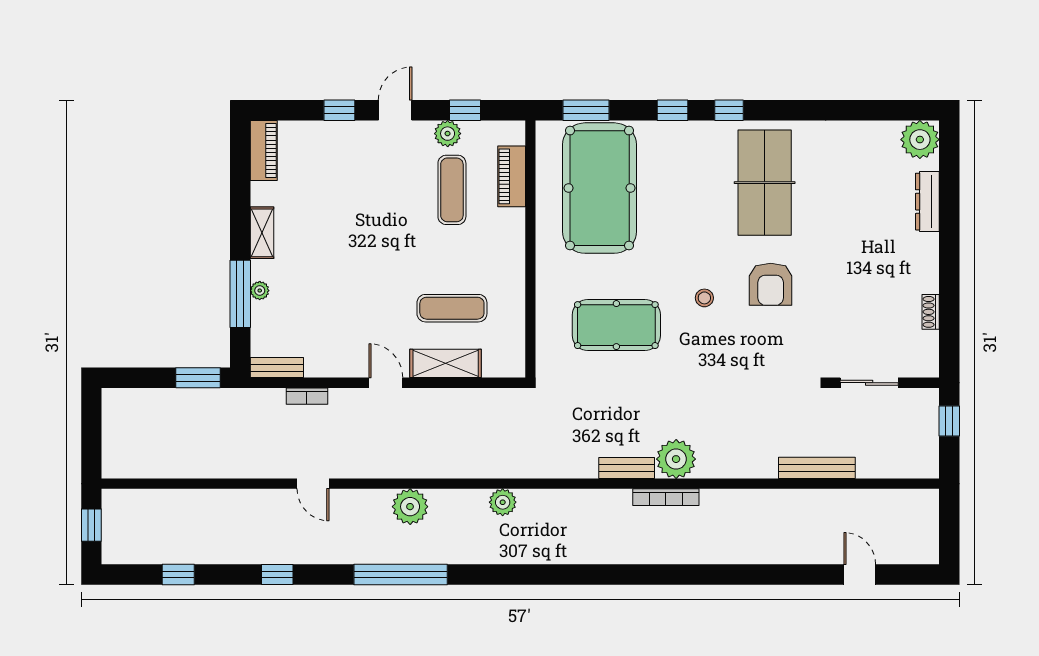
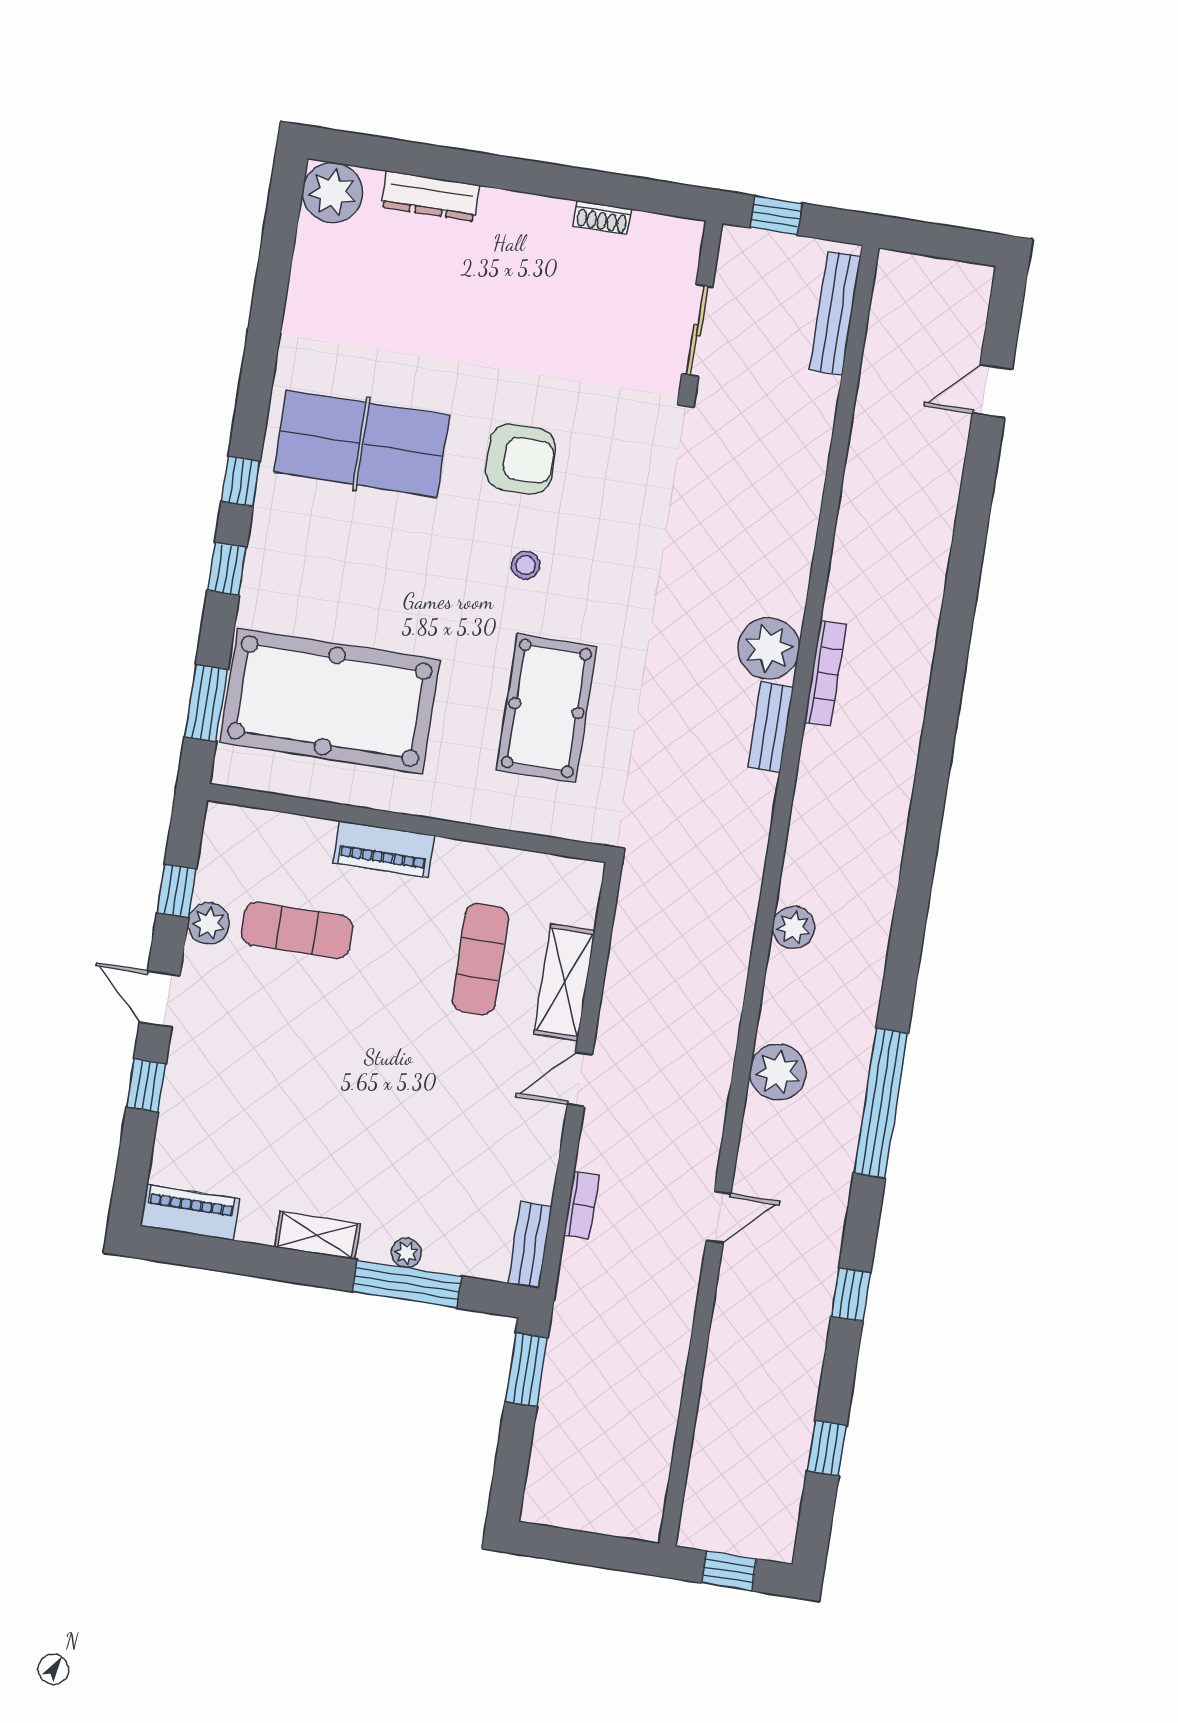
piano: (512, 176) -> (384, 849), moved
bench: (817, 468) -> (835, 313), moved

